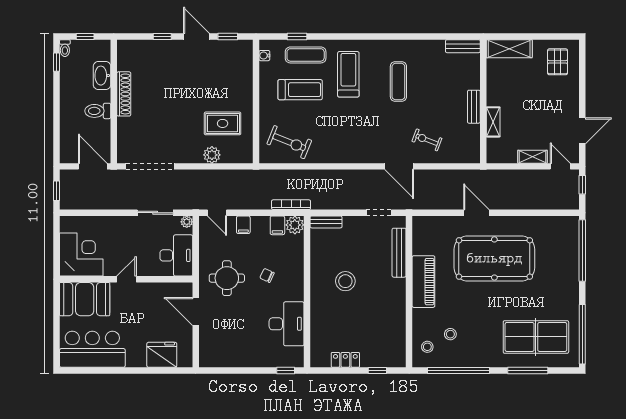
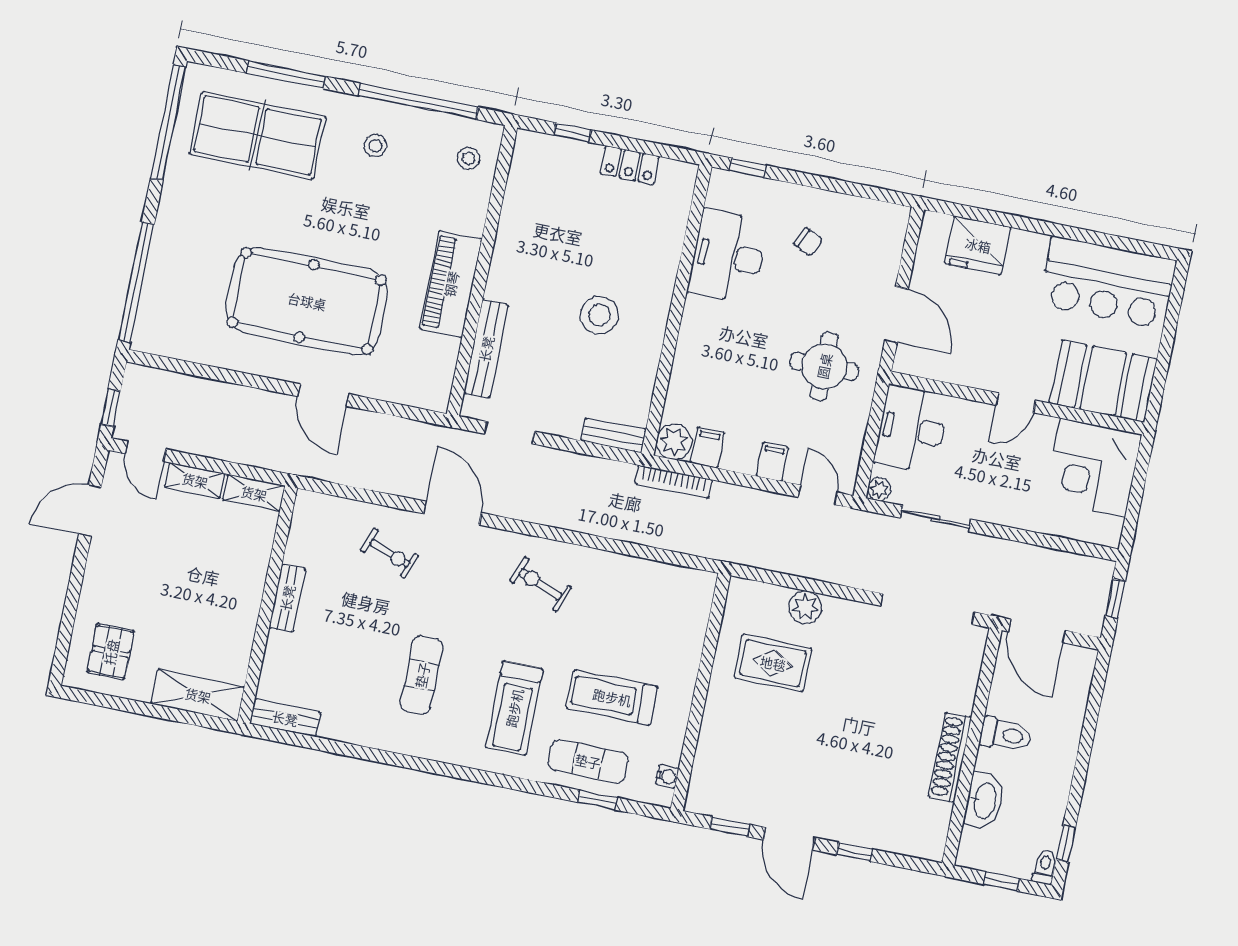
shelving: (493, 122) -> (254, 493), moved, turned 90
exercise bike: (289, 142) -> (541, 584), moved, width x0.73, depth x0.72
chair: (267, 275) -> (808, 242), moved
stool: (450, 334) -> (375, 146), moved

